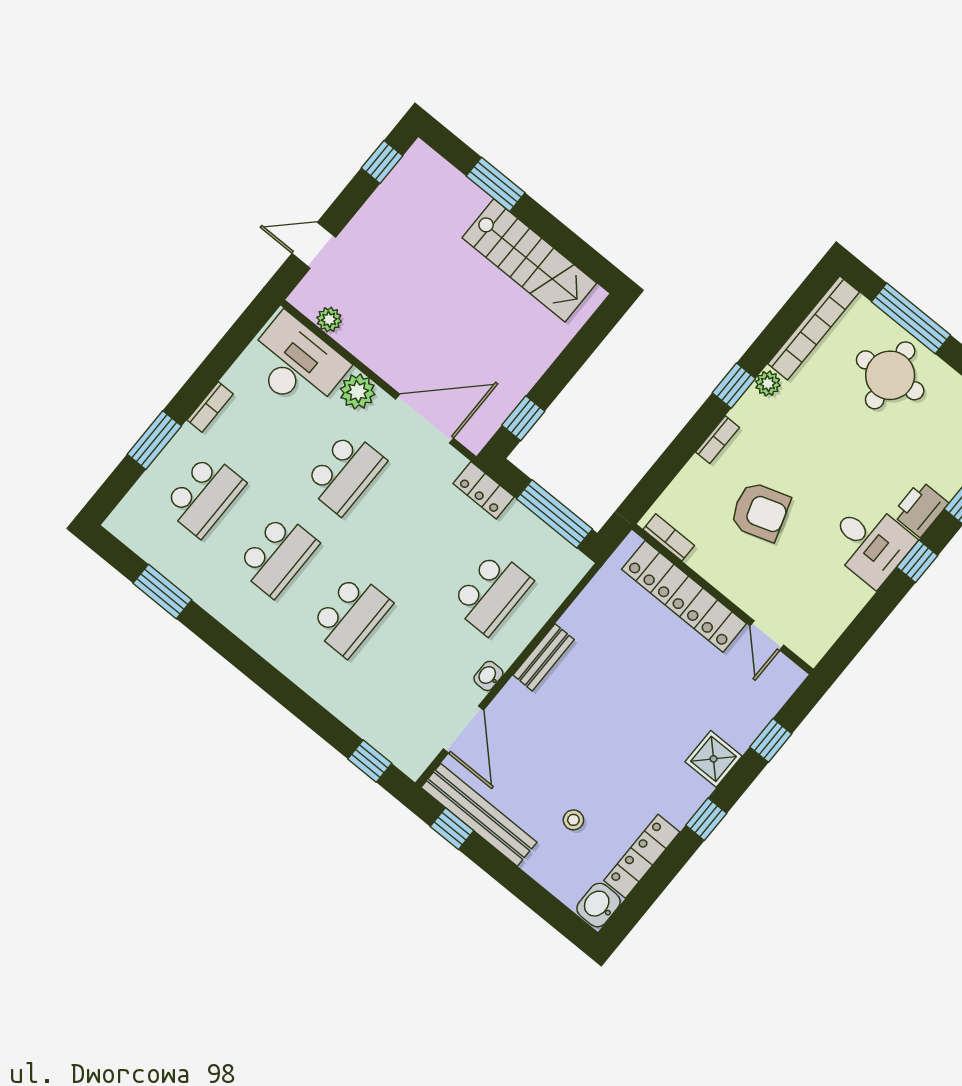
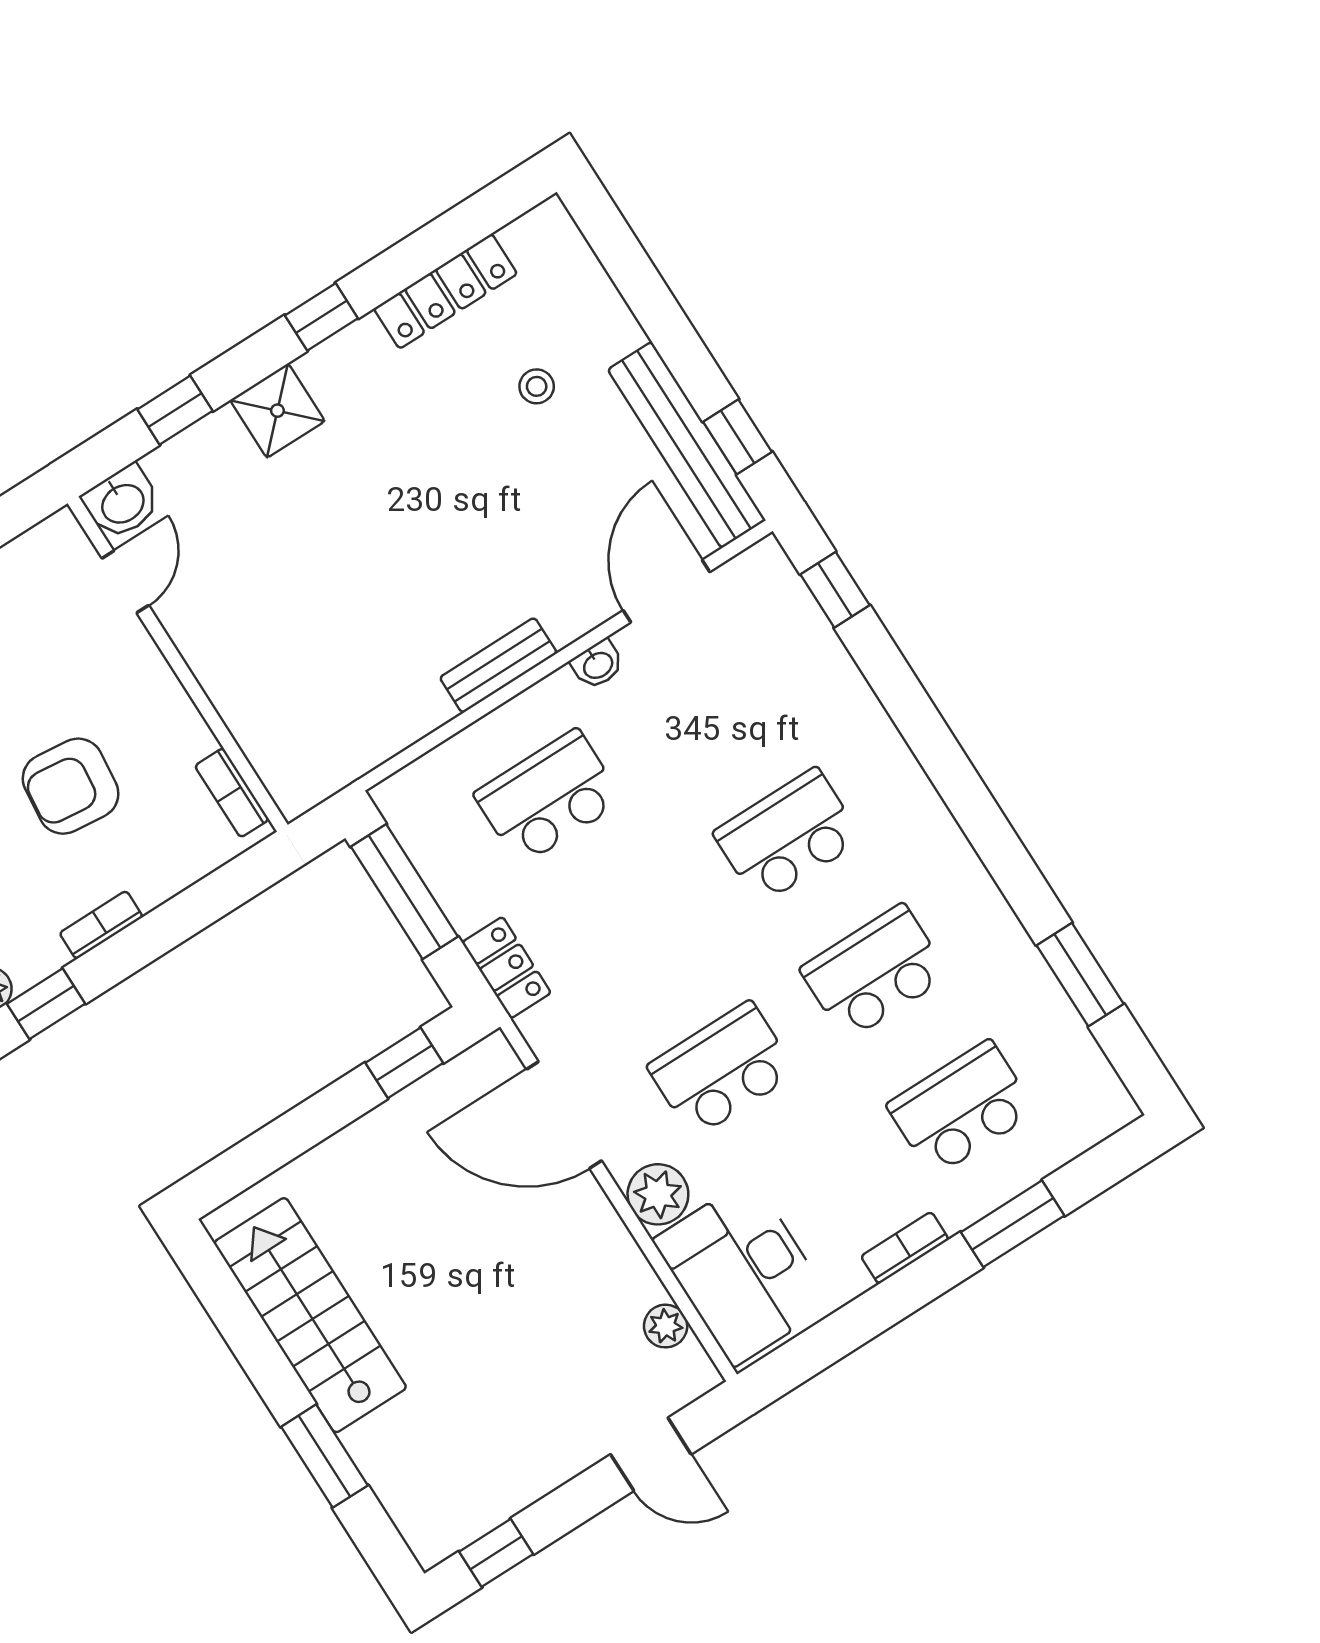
armchair: (760, 511) -> (71, 786), turned -66
locker: (684, 596) -> (239, 689), removed
washbasin: (599, 905) -> (122, 502), moved

